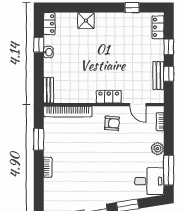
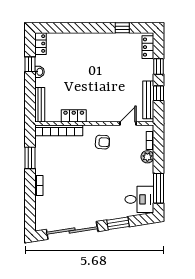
shower: (86, 21) -> (77, 41), removed
bench: (158, 76) -> (148, 100), width x1.36
bench: (49, 90) -> (40, 105), width x1.36
locker: (109, 97) -> (74, 116), moved
door: (138, 105) -> (128, 124), swing flipped
plant: (157, 149) -> (147, 157), moved

